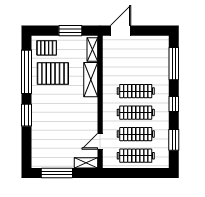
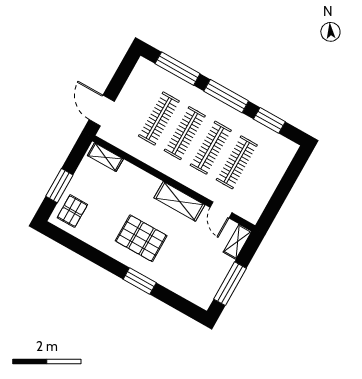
window: (70, 31) -> (59, 186), moved
window: (27, 72) -> (88, 252), removed
pallet: (53, 73) -> (141, 238), moved, turned 90
shelving: (91, 80) -> (179, 201), moved
window: (174, 104) -> (226, 96), width x2.17
clothes rail: (136, 156) -> (159, 118), moved

